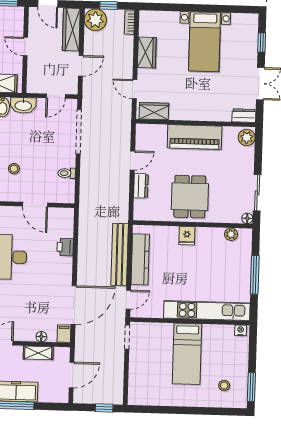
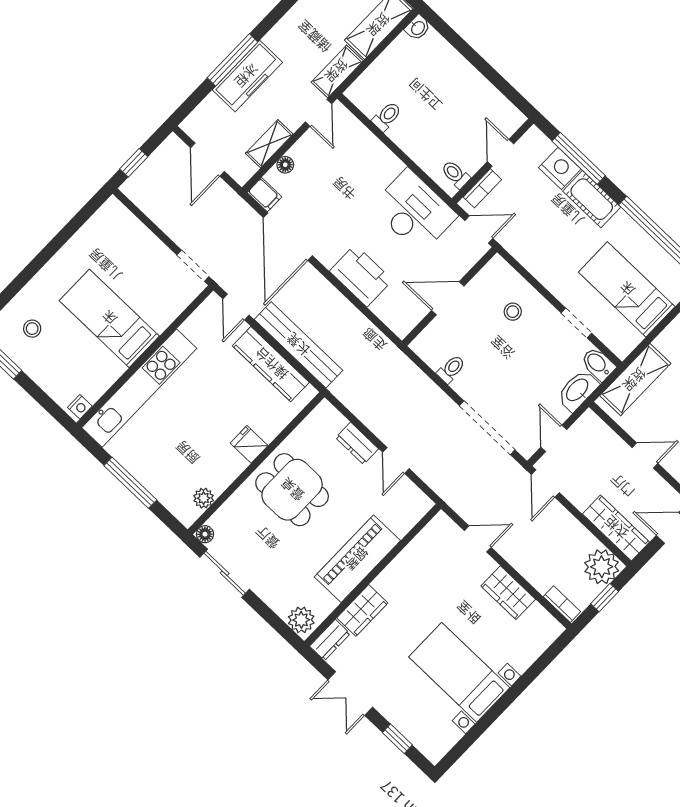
door: (81, 66) -> (545, 484), moved
wardrobe: (154, 111) -> (362, 610), moved
printer: (65, 247) -> (361, 276), width x1.87, depth x1.48

